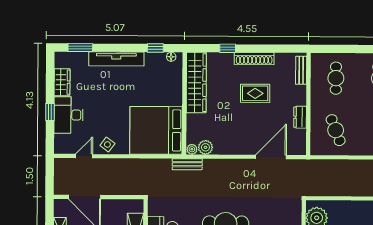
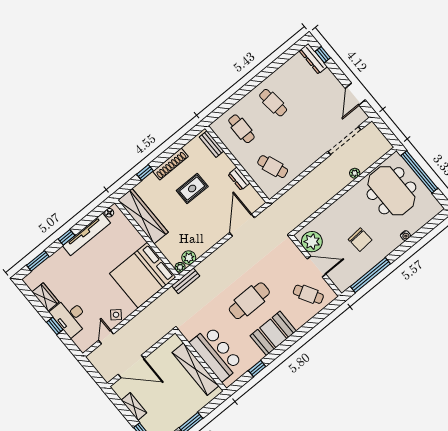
window: (155, 48) -> (66, 237), moved
tv unit: (116, 59) -> (87, 234), moved

